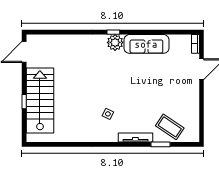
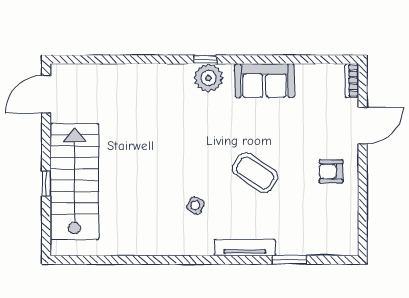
sofa: (146, 44) -> (264, 81), width x0.73
armchair: (184, 95) -> (331, 171), added
coffee table: (170, 127) -> (255, 173), moved

